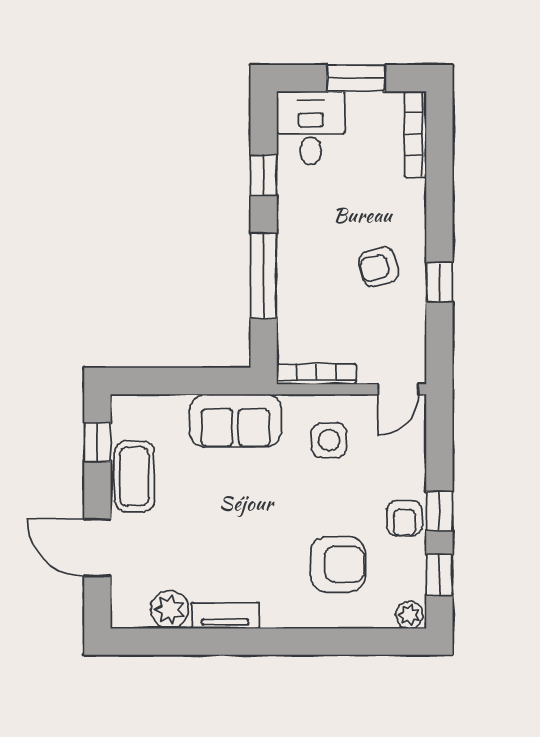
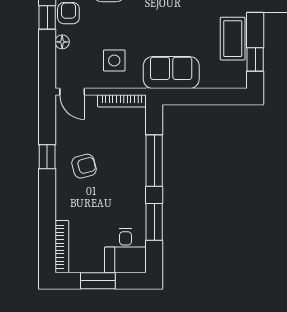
window: (264, 175) -> (154, 222), width x1.50
door: (398, 389) -> (72, 92), swing flipped
floor lamp: (415, 471) -> (62, 42), added

